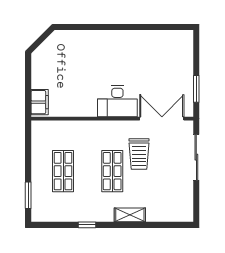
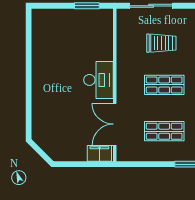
double door: (162, 119) -> (115, 124), moved
trolley: (139, 154) -> (161, 43), moved

